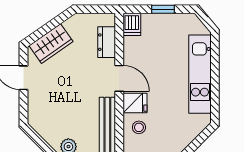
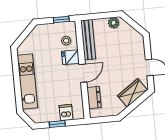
dishwasher: (132, 24) -> (66, 113), moved
door: (119, 78) -> (83, 73), swing flipped

